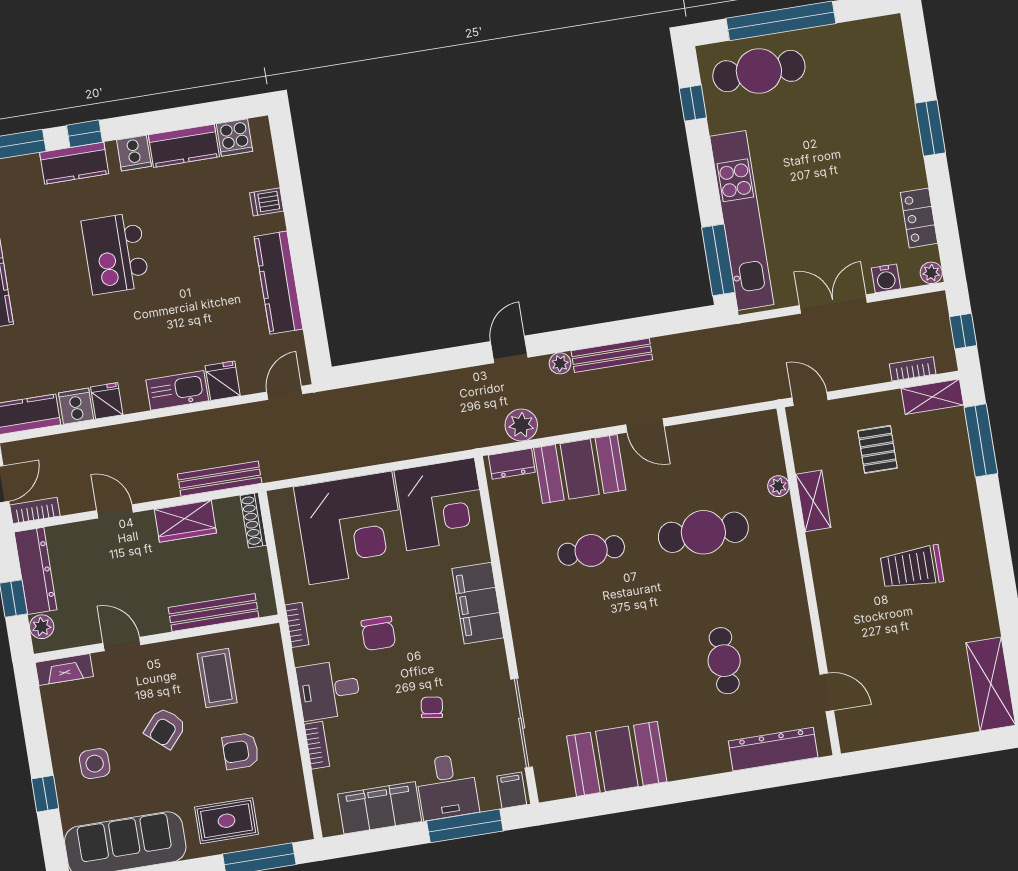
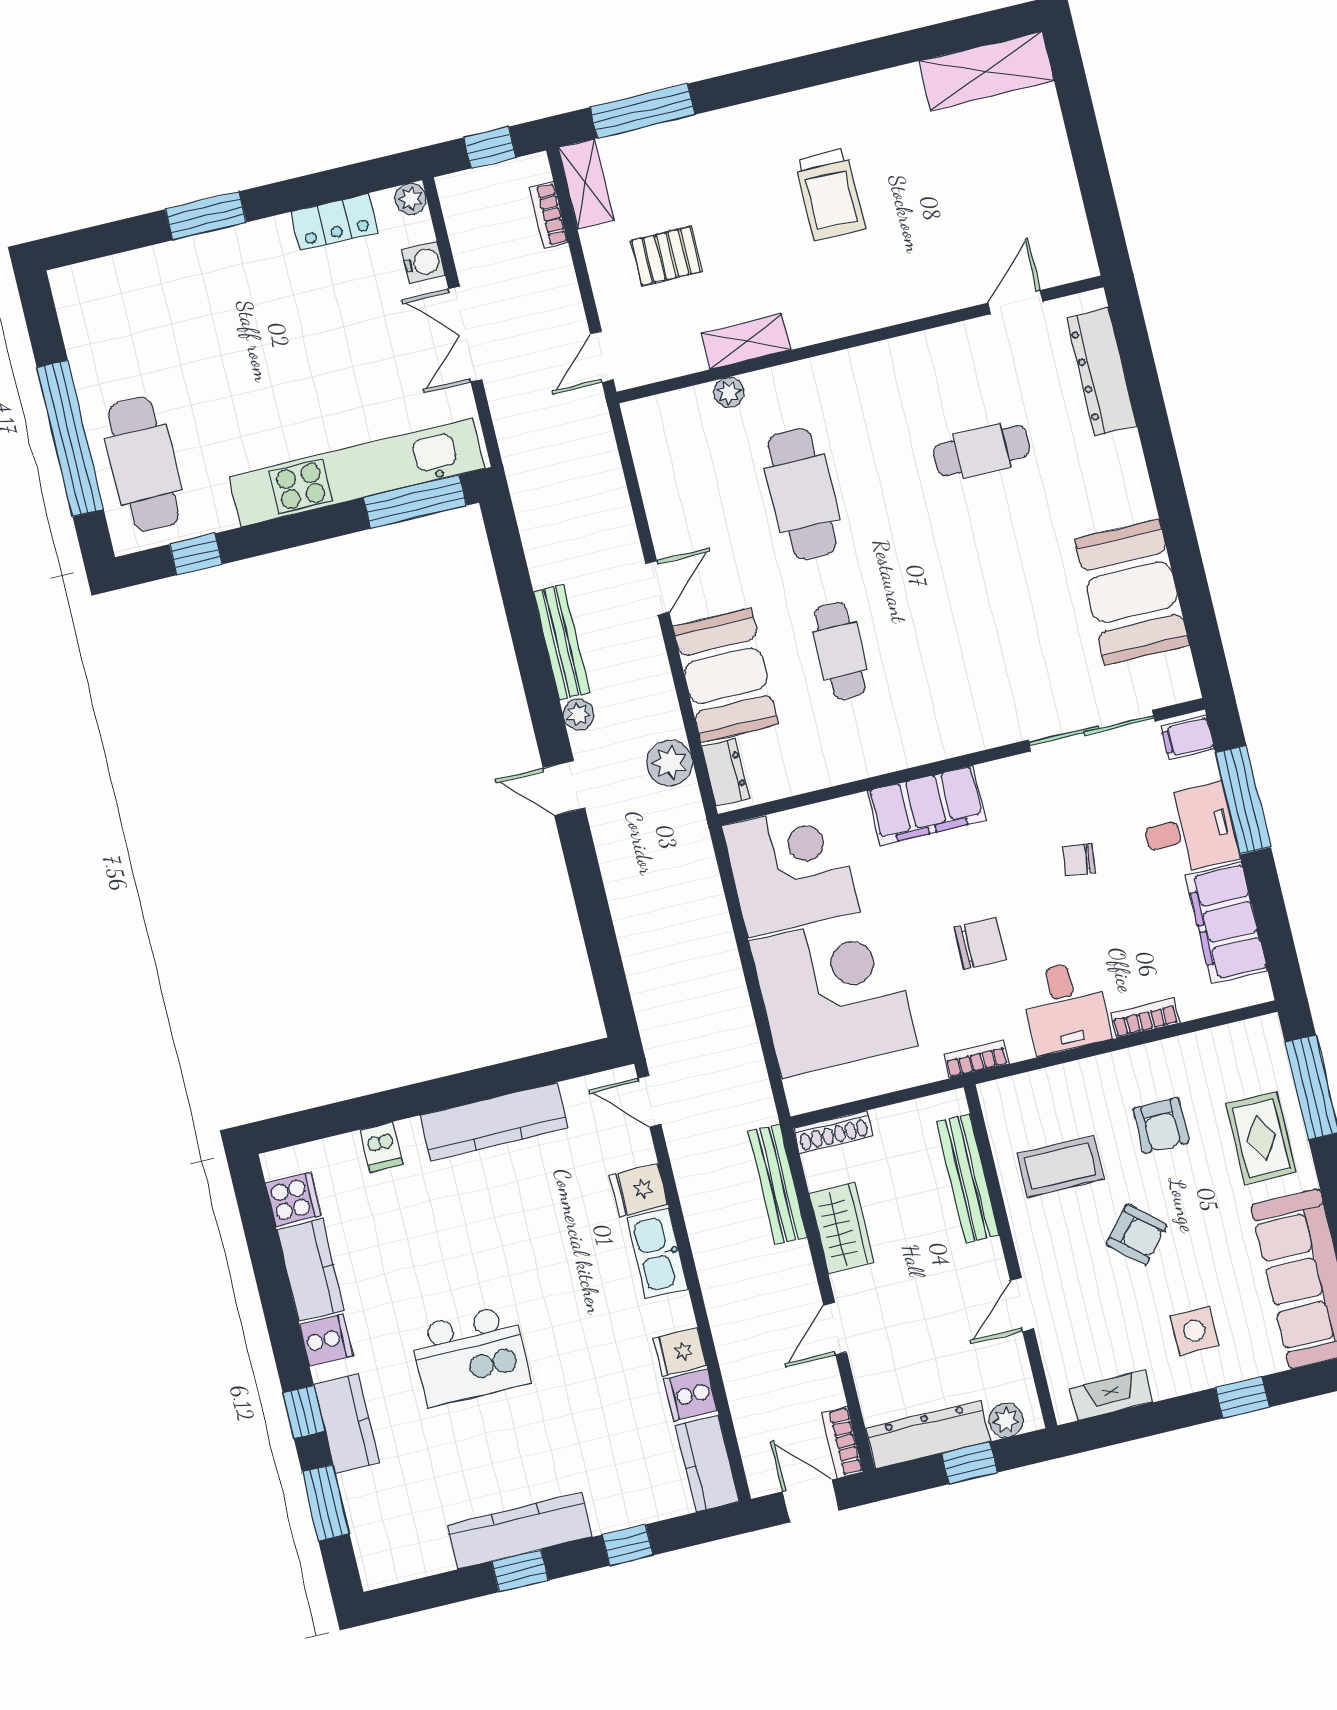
fireplace: (64, 669) -> (1111, 1395), moved, turned -90

